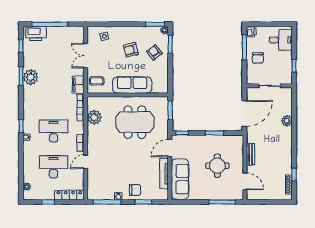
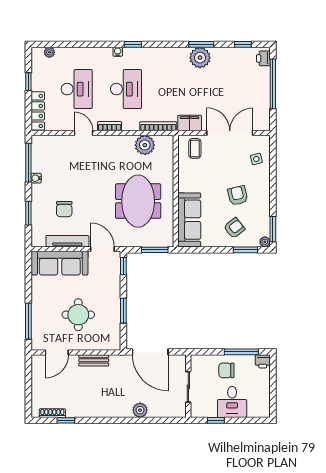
printer: (36, 34) -> (263, 58), width x0.53, depth x0.68
desk: (281, 40) -> (232, 402), moved
double door: (85, 56) -> (230, 133), width x1.37
sofa: (132, 85) -> (189, 220), moved
chair: (135, 190) -> (64, 209), moved

